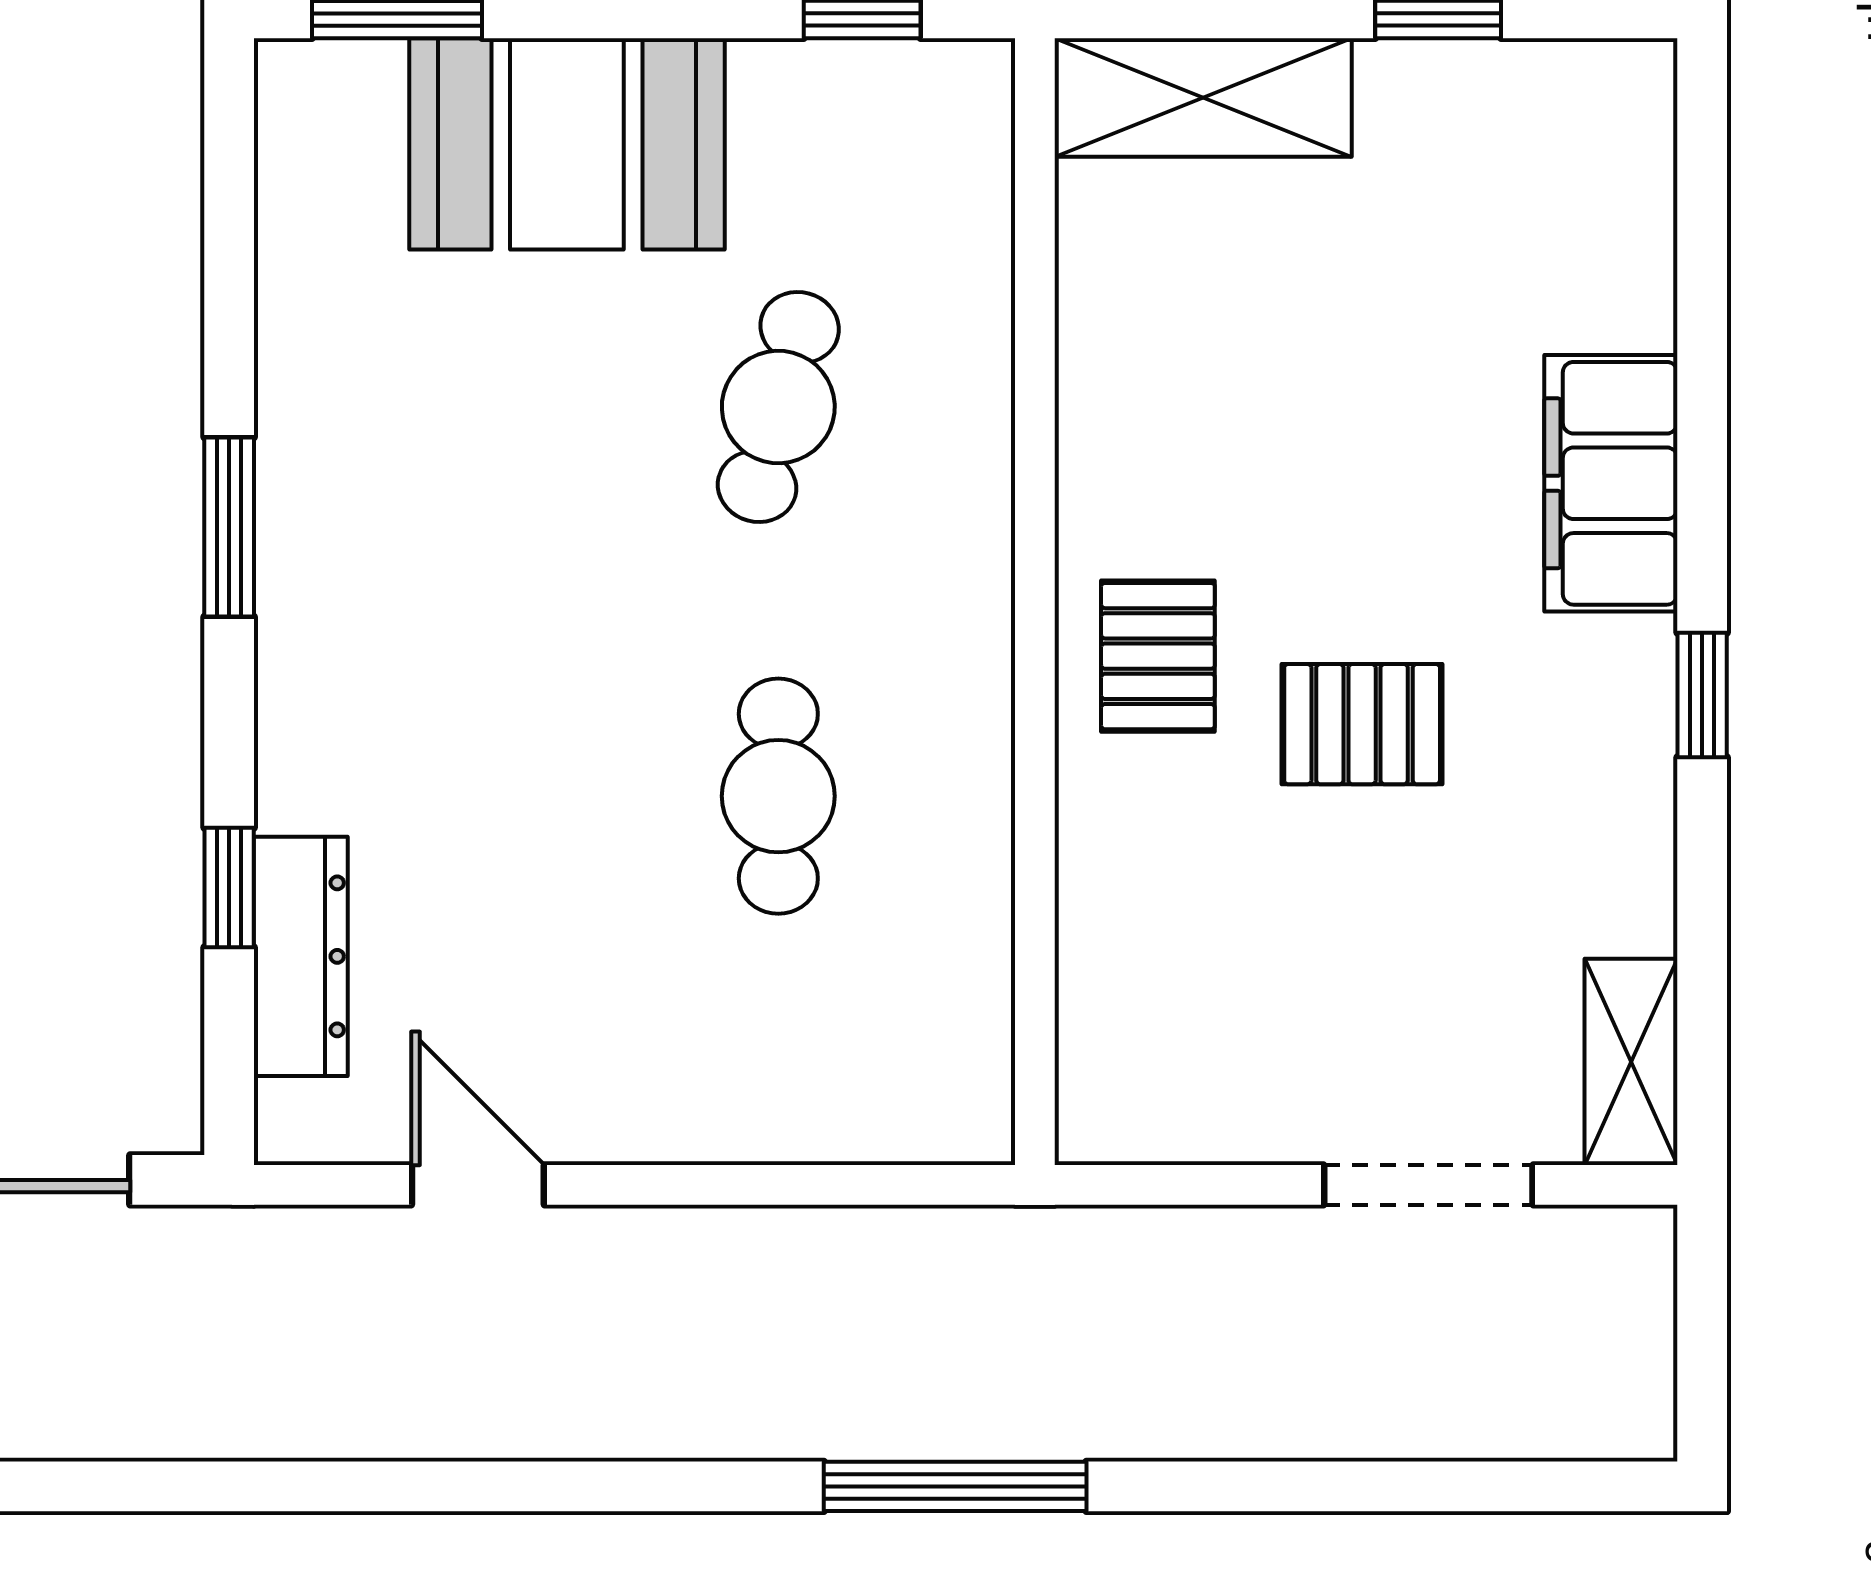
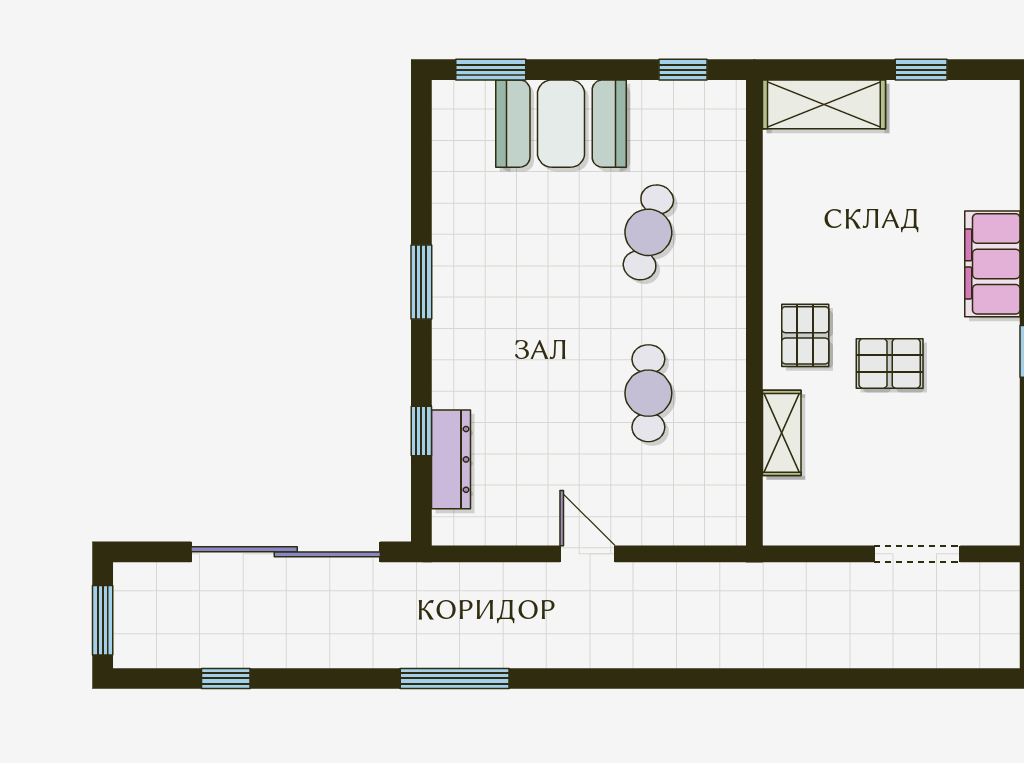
shelving: (1631, 1062) -> (782, 433), moved
door: (478, 1185) -> (588, 554), moved
window: (955, 1486) -> (455, 678), moved

